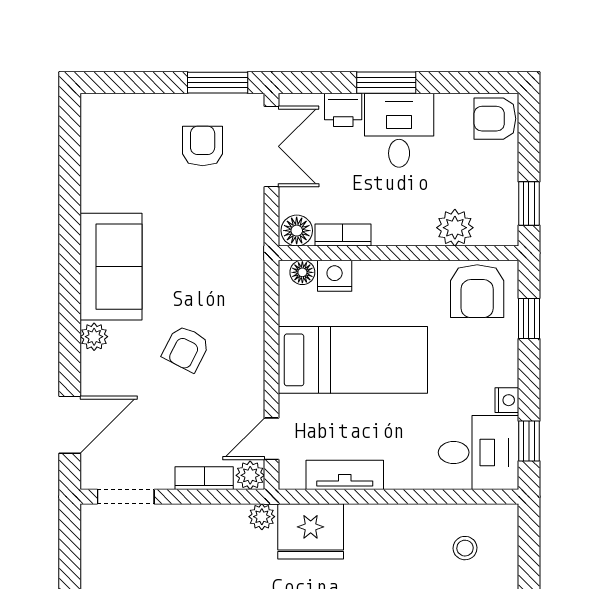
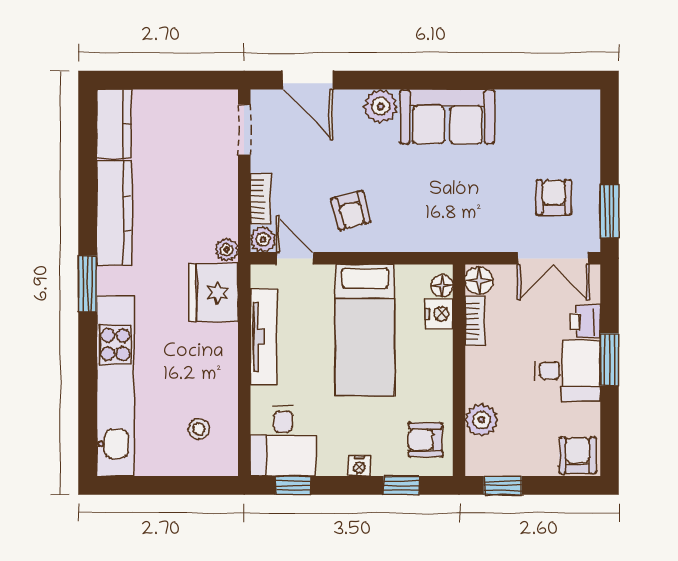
armchair: (203, 146) -> (554, 197), turned -90
armchair: (477, 291) -> (425, 440), width x0.72, depth x0.72
plant: (94, 337) -> (381, 106), width x1.38, depth x1.38
armchair: (186, 349) -> (351, 211), moved, turned -132
nightstand: (507, 400) -> (359, 466), moved
tv unit: (345, 475) -> (263, 337), width x1.41

